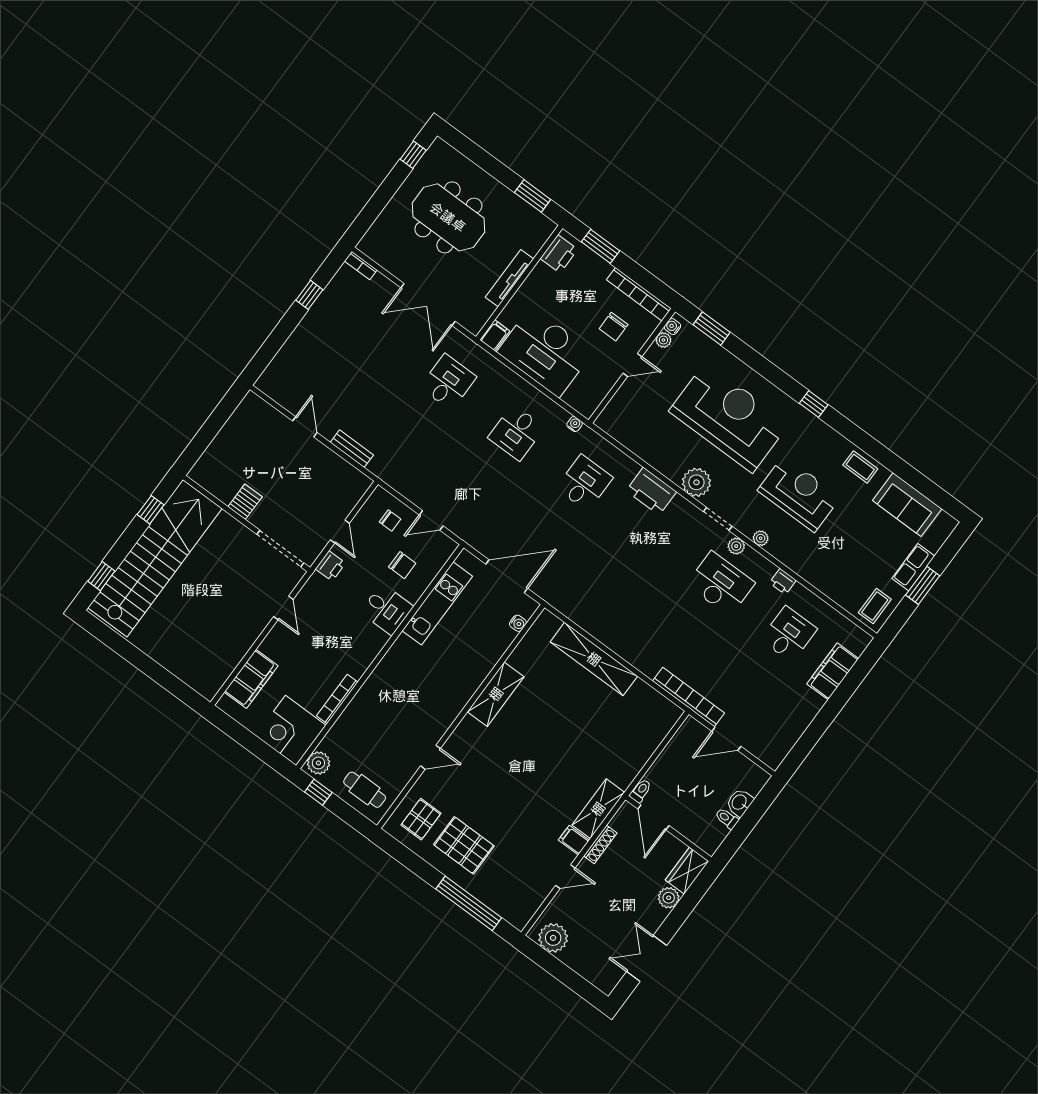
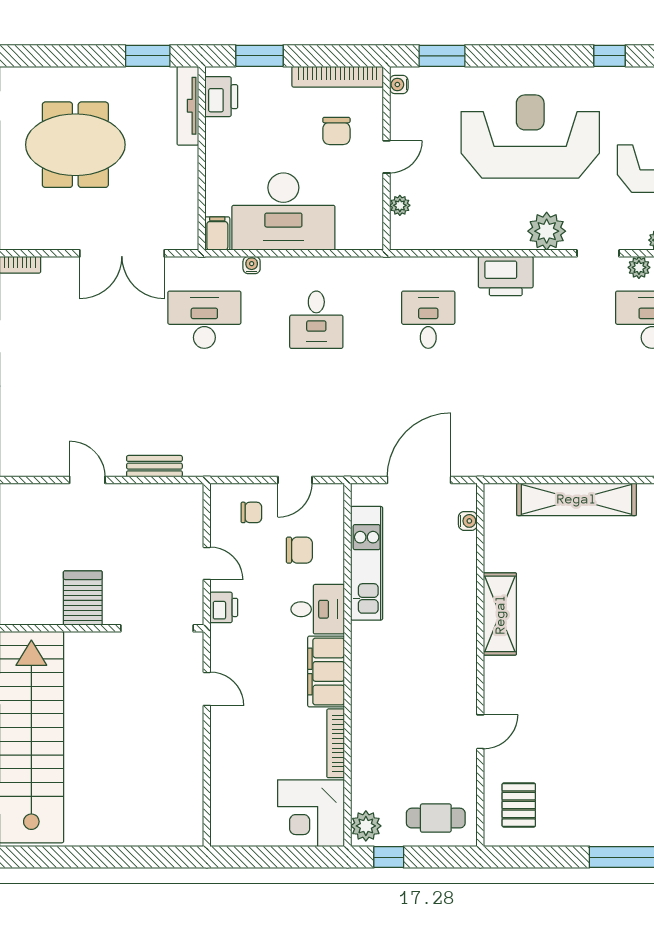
tv unit: (510, 278) -> (188, 106), moved
plant: (663, 340) -> (400, 205), moved
desk: (448, 382) -> (204, 320), width x1.37
water cooler: (575, 424) -> (252, 265), moved
server rack: (245, 502) -> (83, 598), width x1.36, depth x1.44
filing cabinet: (251, 679) -> (326, 671), moved, turned 180
pallet: (464, 845) -> (585, 799), removed

